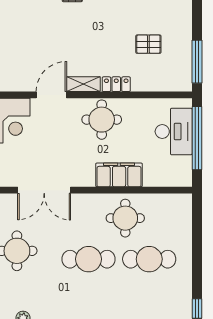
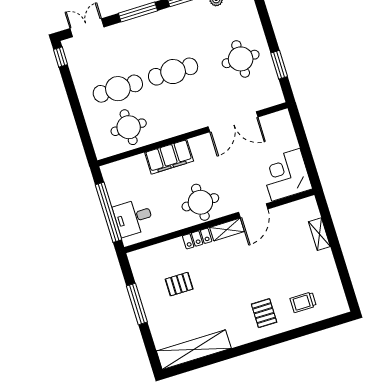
window: (197, 62) -> (137, 304), moved
desk: (174, 132) -> (133, 217), width x0.73
double door: (44, 190) -> (233, 122), swing flipped
round table: (125, 218) -> (129, 127), moved

